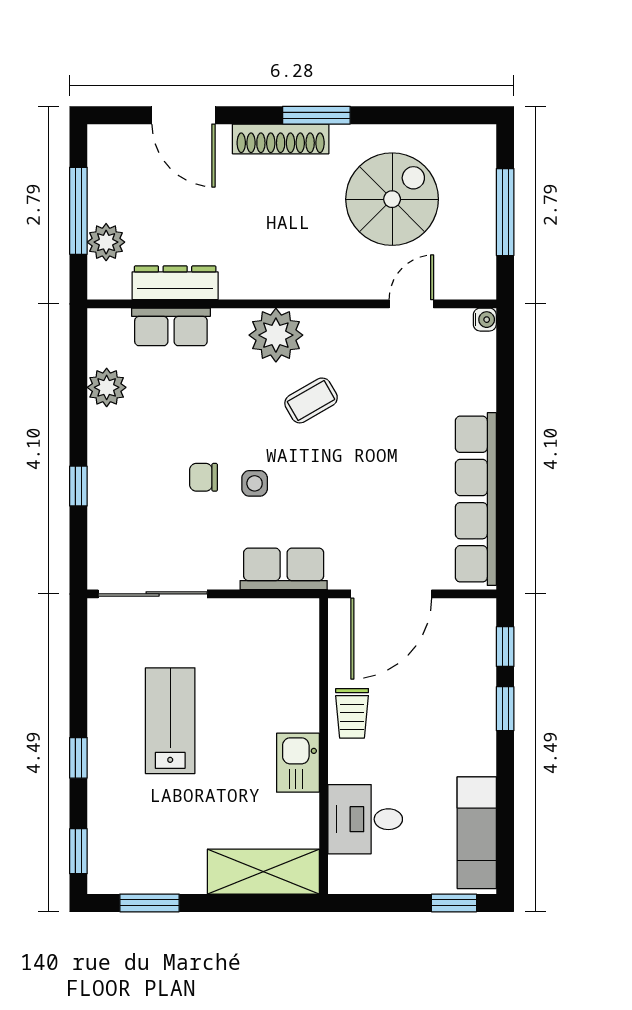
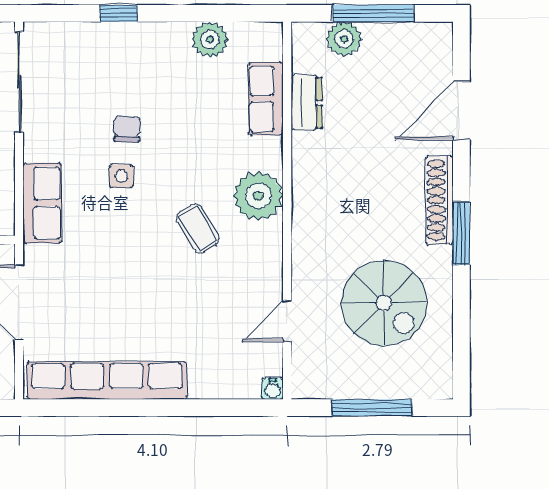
dresser: (175, 283) -> (307, 103), width x0.70
door: (411, 304) -> (287, 321), swing flipped

